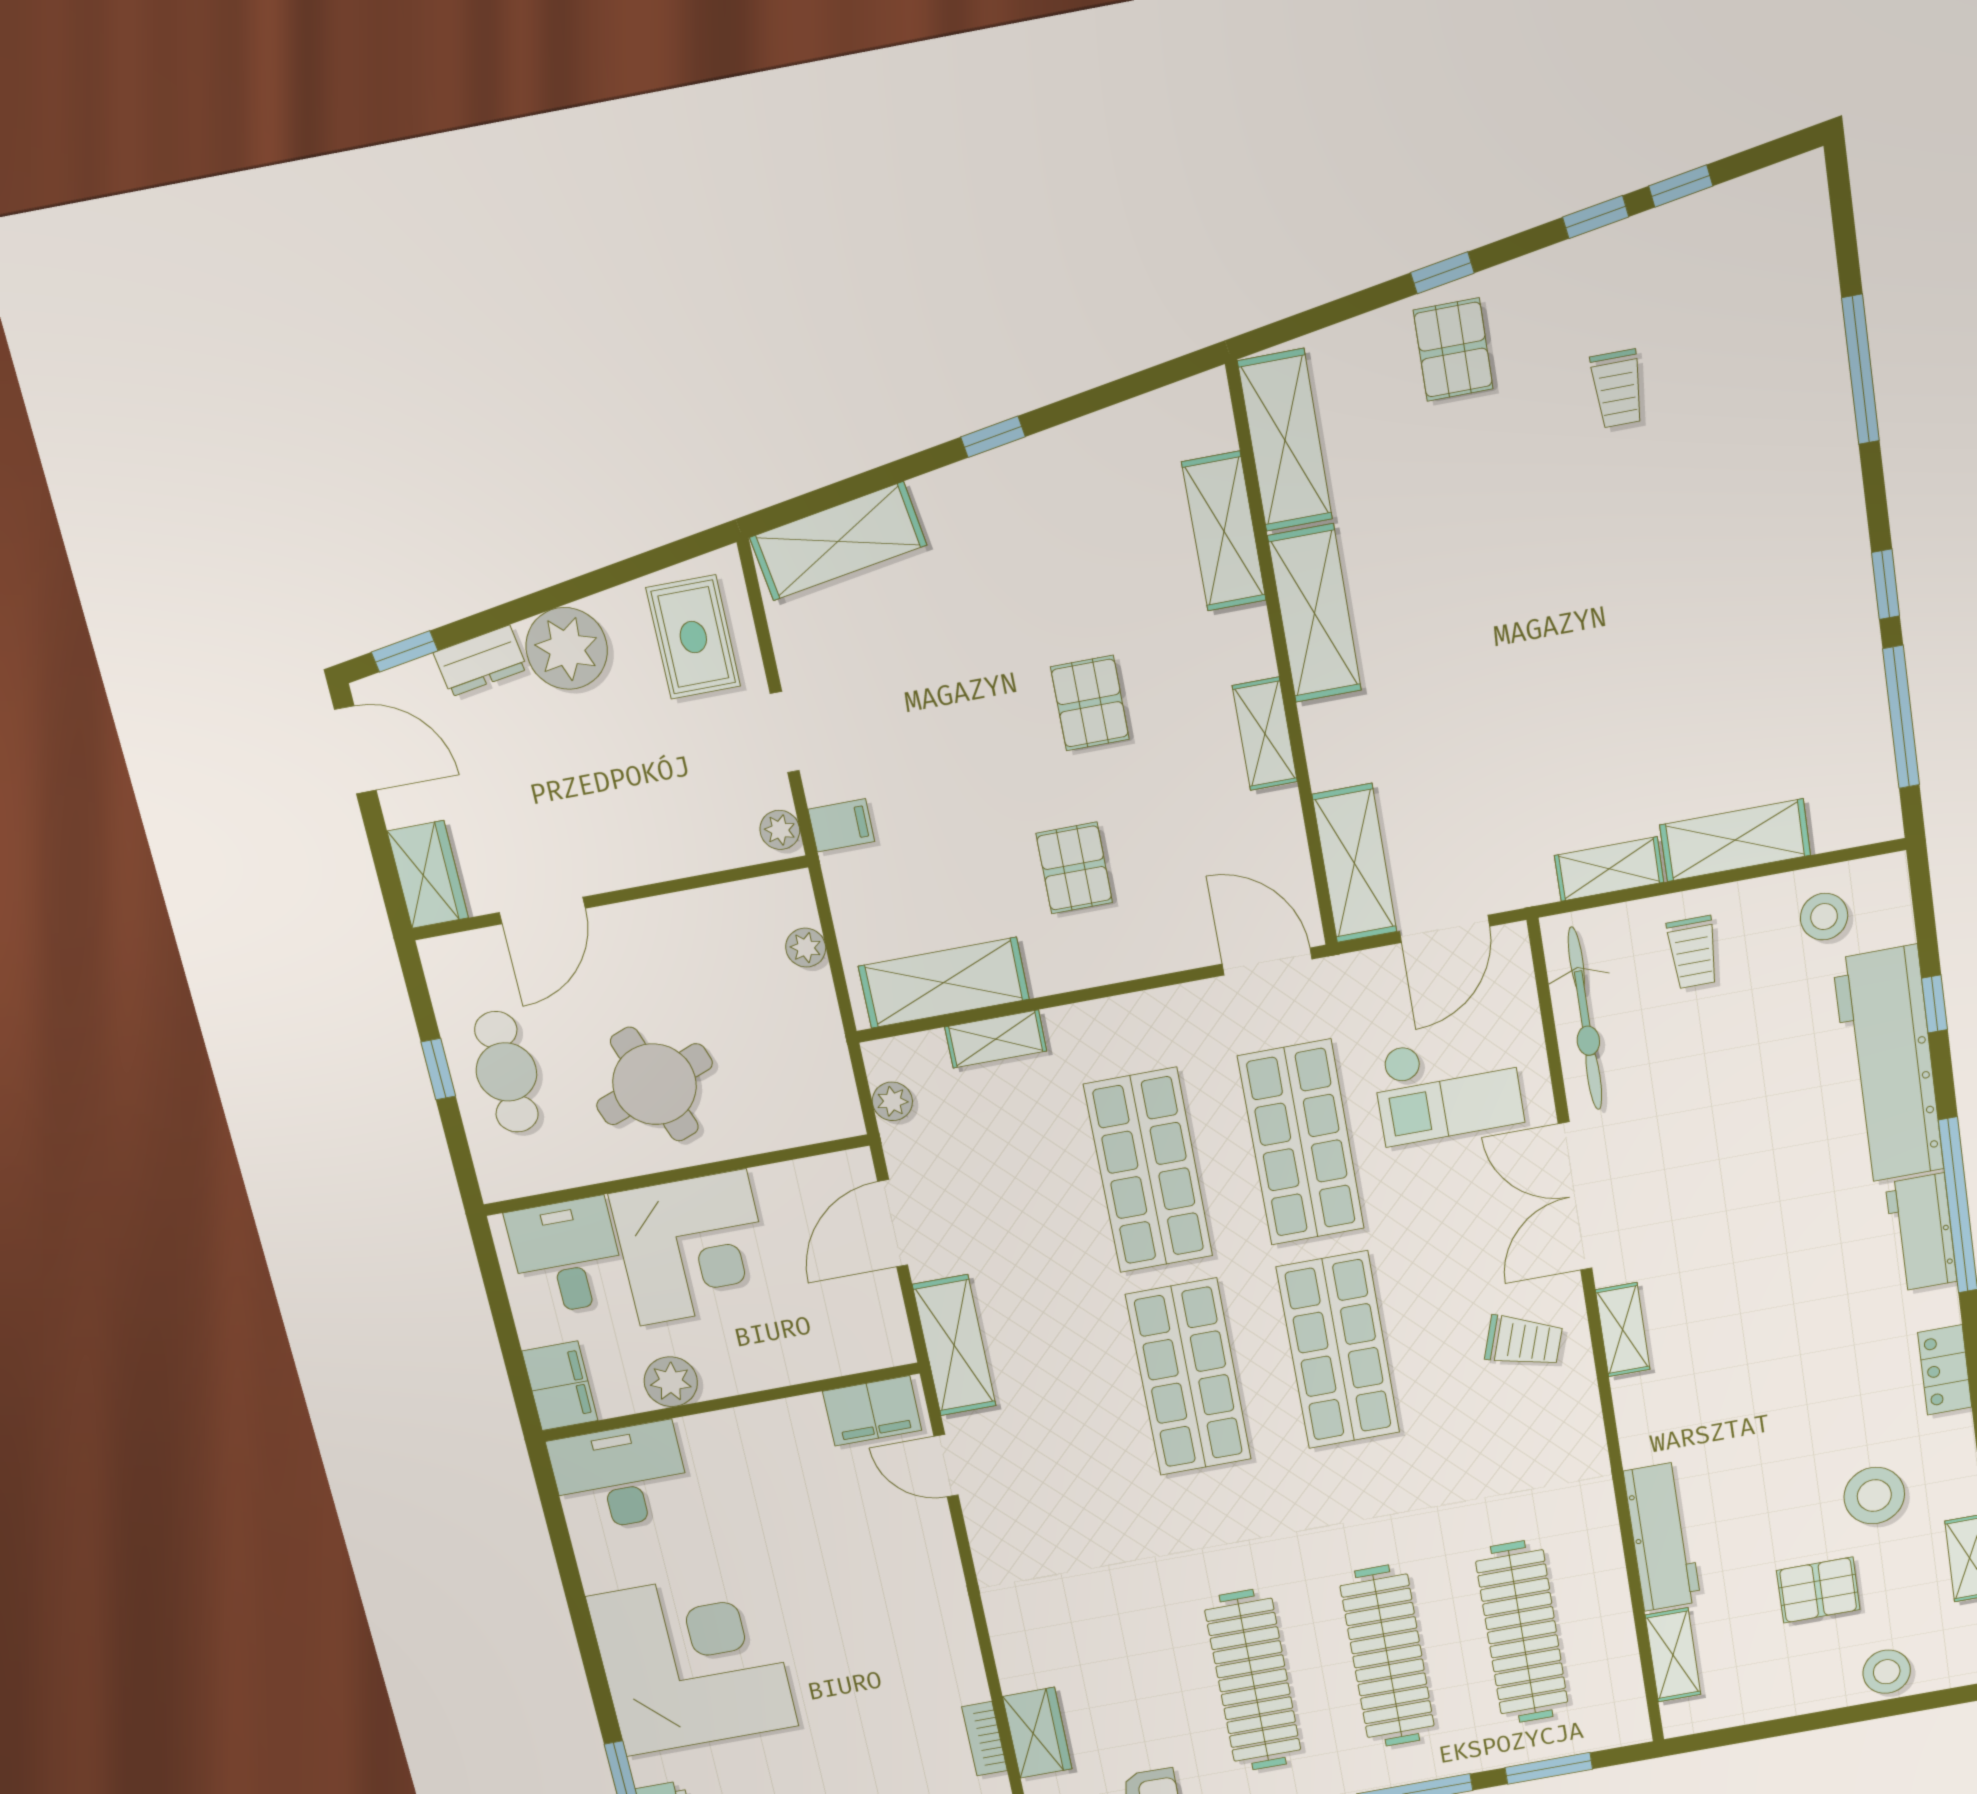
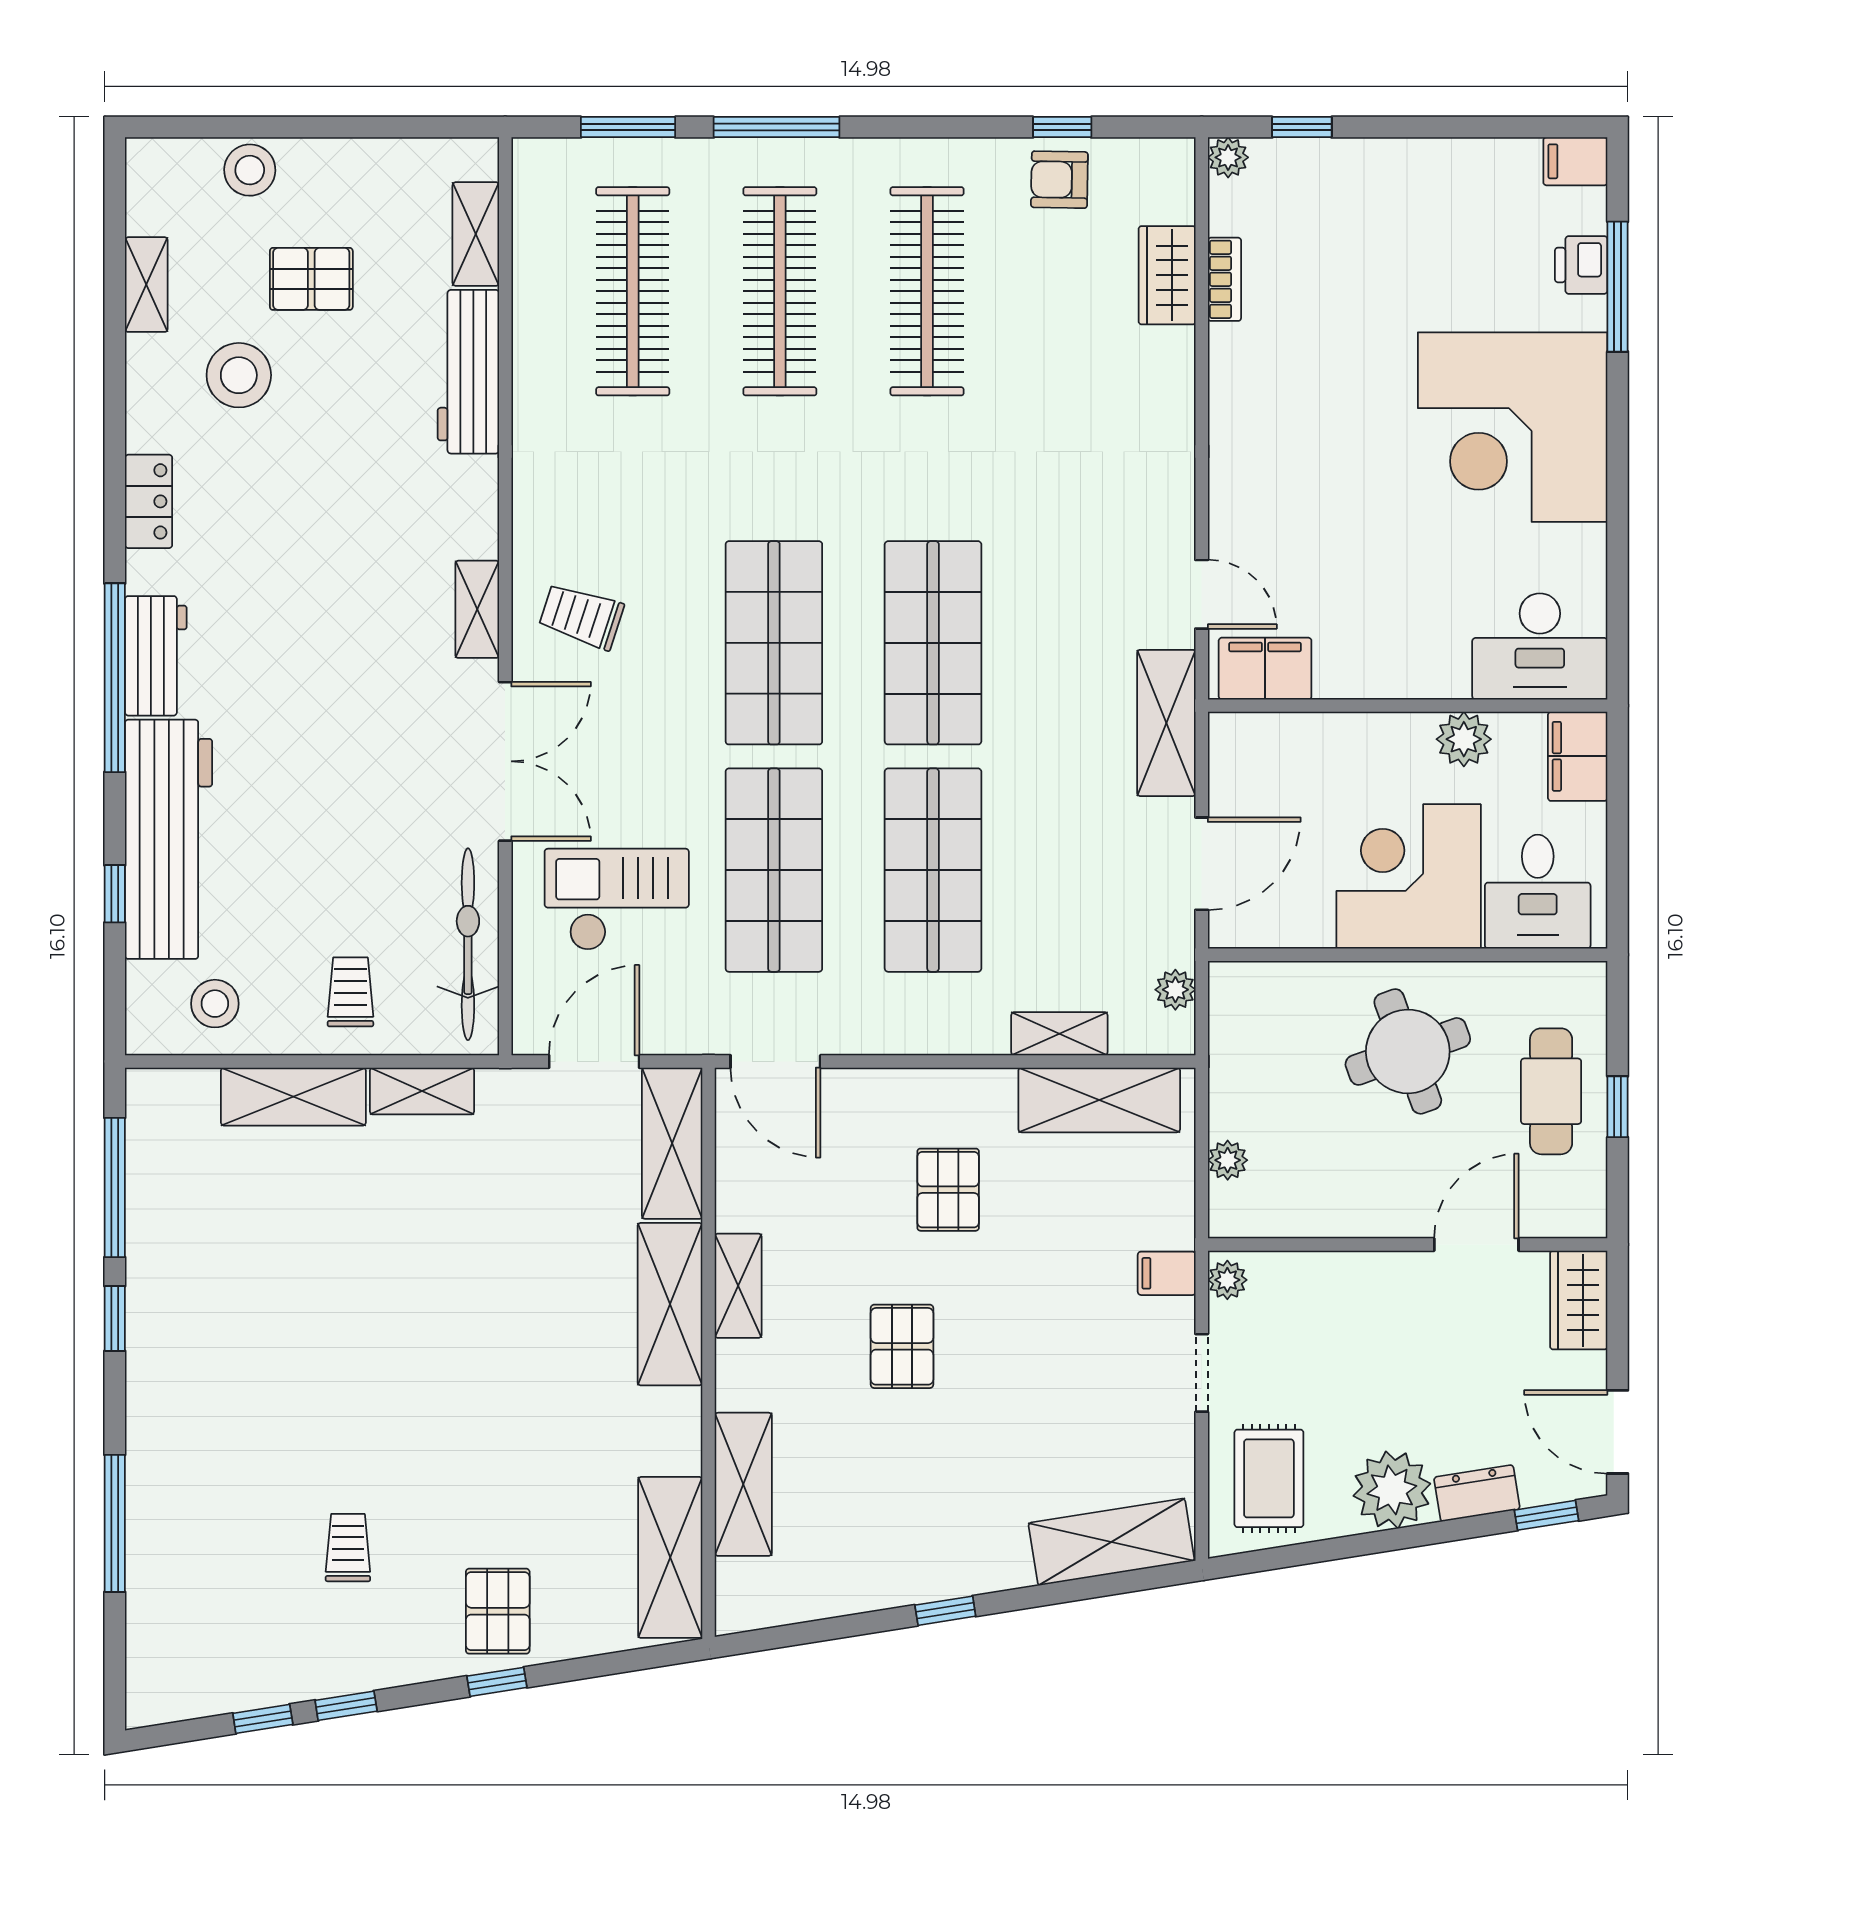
shelving: (1315, 613) -> (670, 1304), moved

